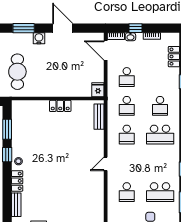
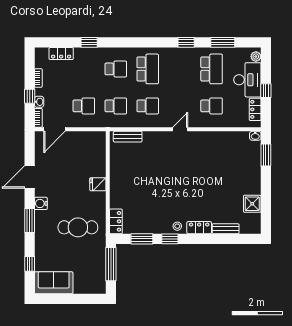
fridge: (98, 90) -> (98, 184), moved
locker: (60, 106) -> (116, 221), moved
door: (106, 164) -> (180, 129), swing flipped

